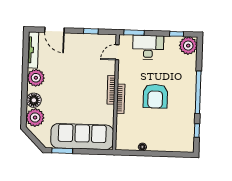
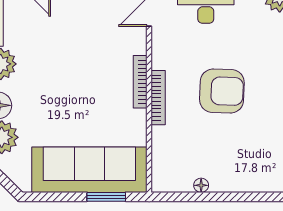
armchair: (155, 96) -> (222, 91), turned -88
window: (62, 151) -> (106, 197), moved

